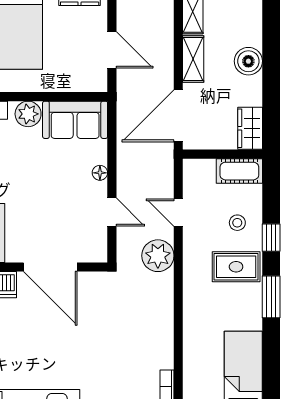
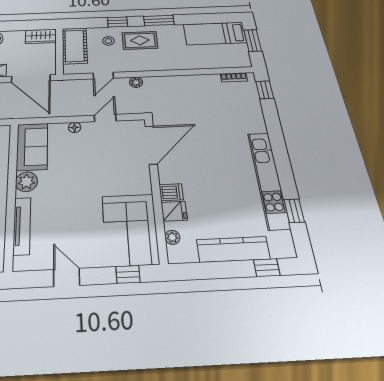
cot: (239, 171) -> (75, 46), width x1.37, depth x1.34
plant: (158, 256) -> (136, 82), width x0.53, depth x0.53
door: (50, 267) -> (151, 145), moved
rug: (236, 267) -> (140, 40), turned 90

